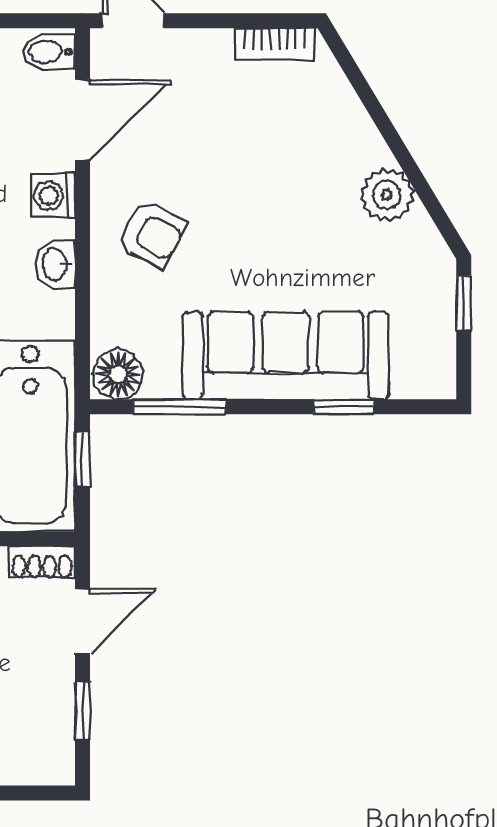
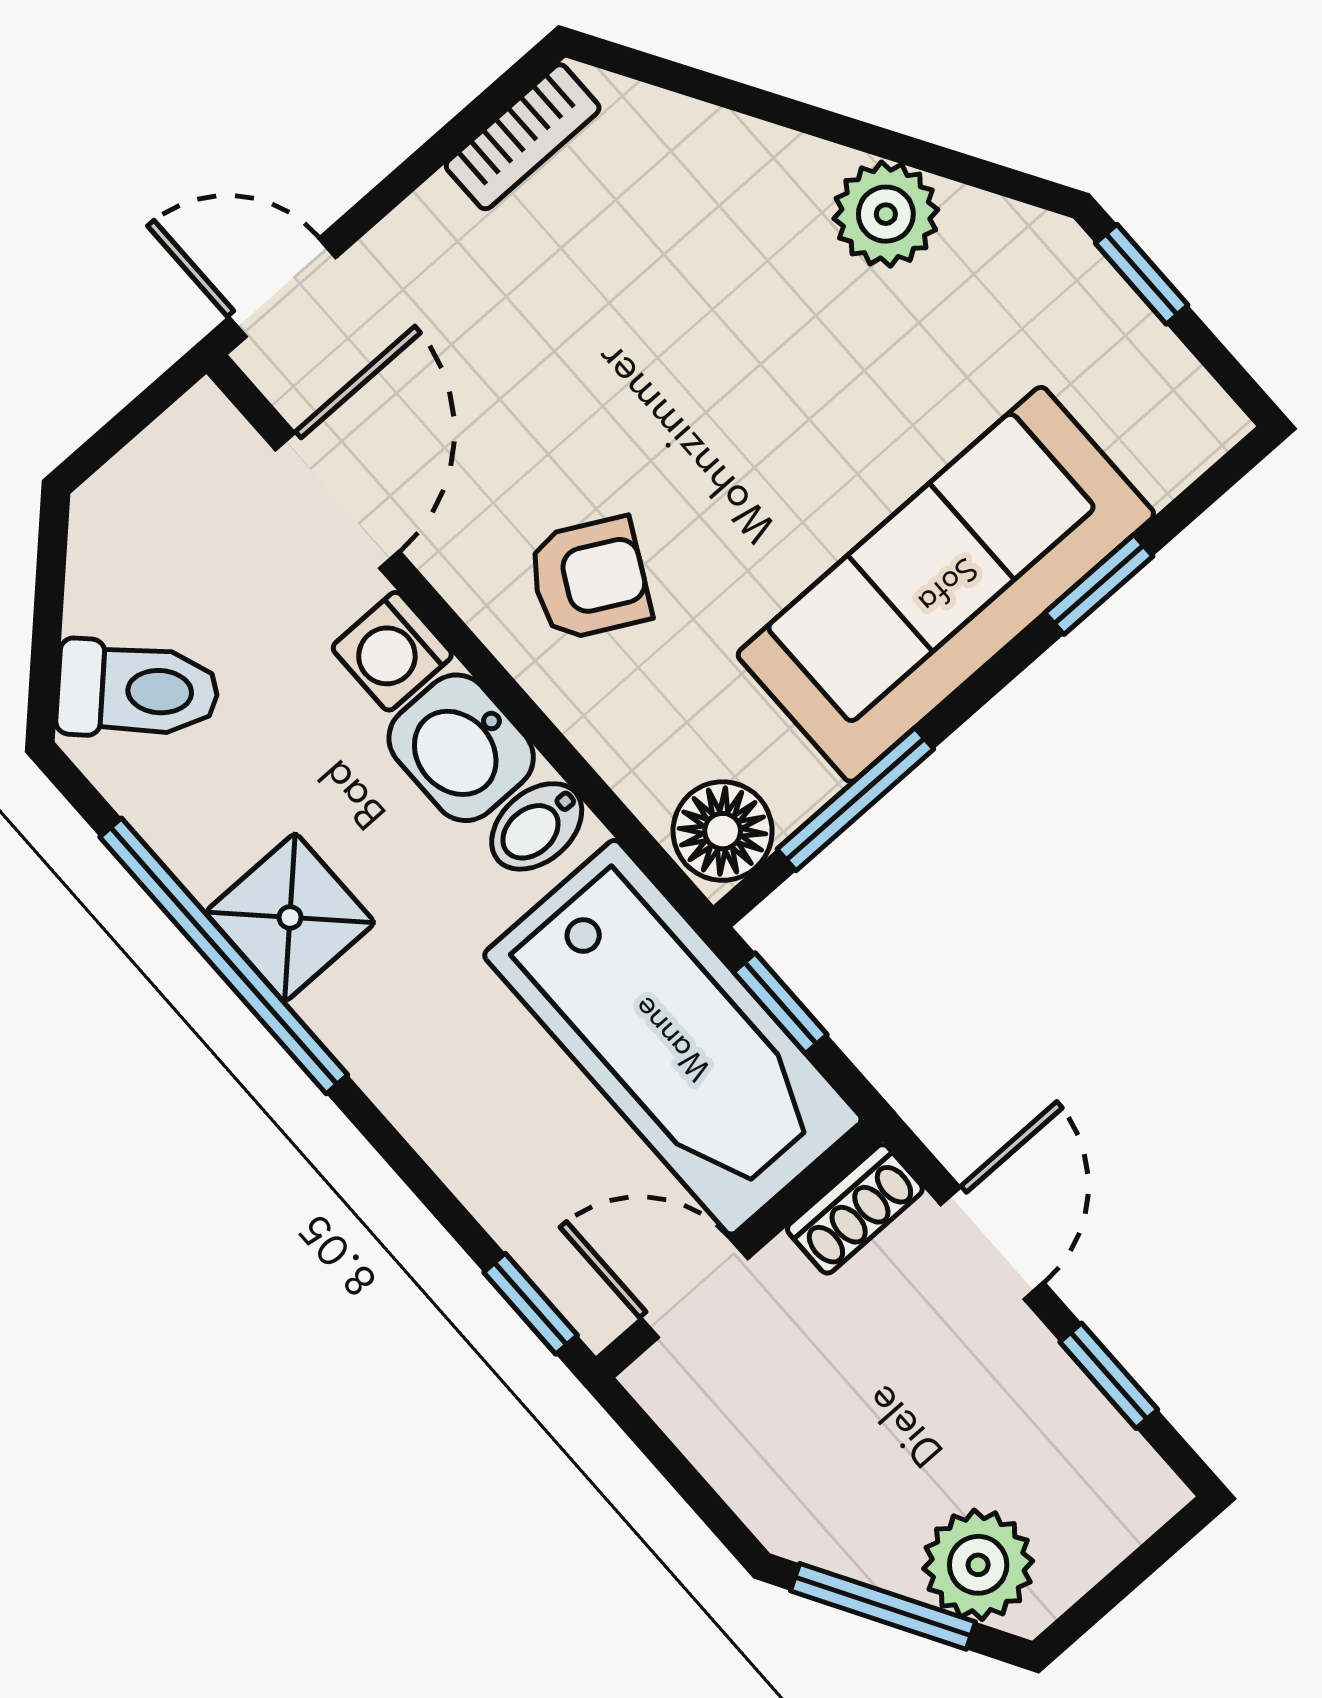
bidet: (49, 52) -> (537, 826), moved
washbasin: (56, 265) -> (461, 748), width x1.38, depth x1.45

